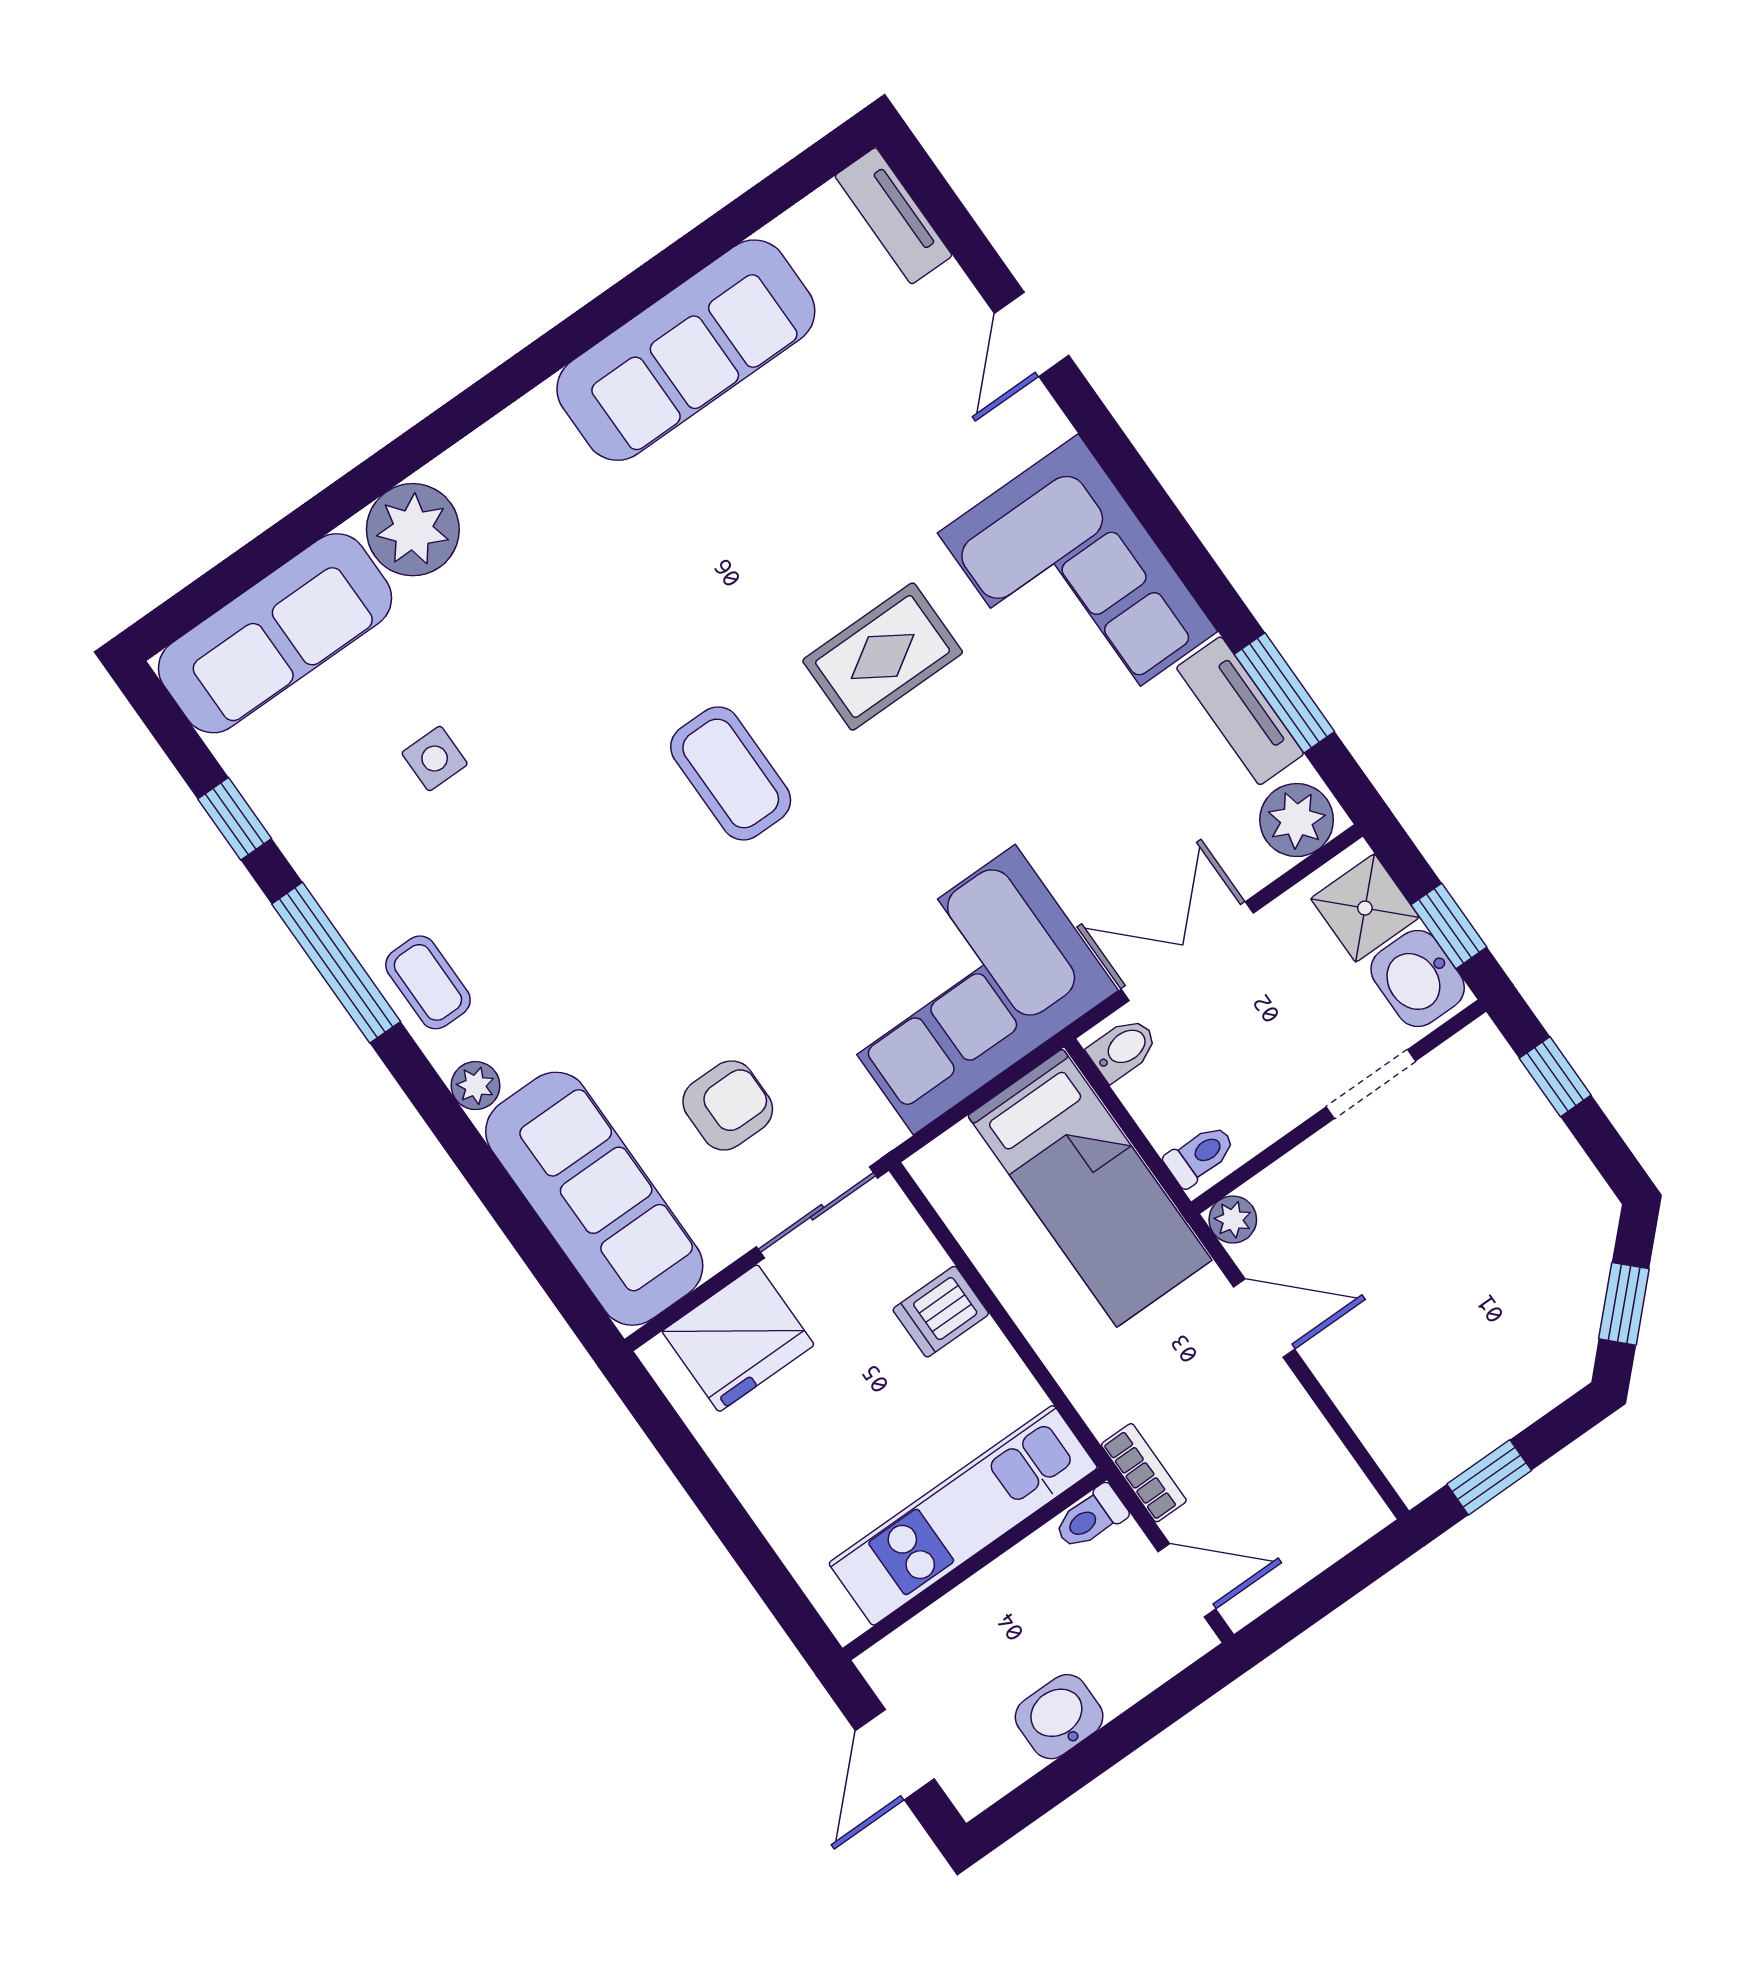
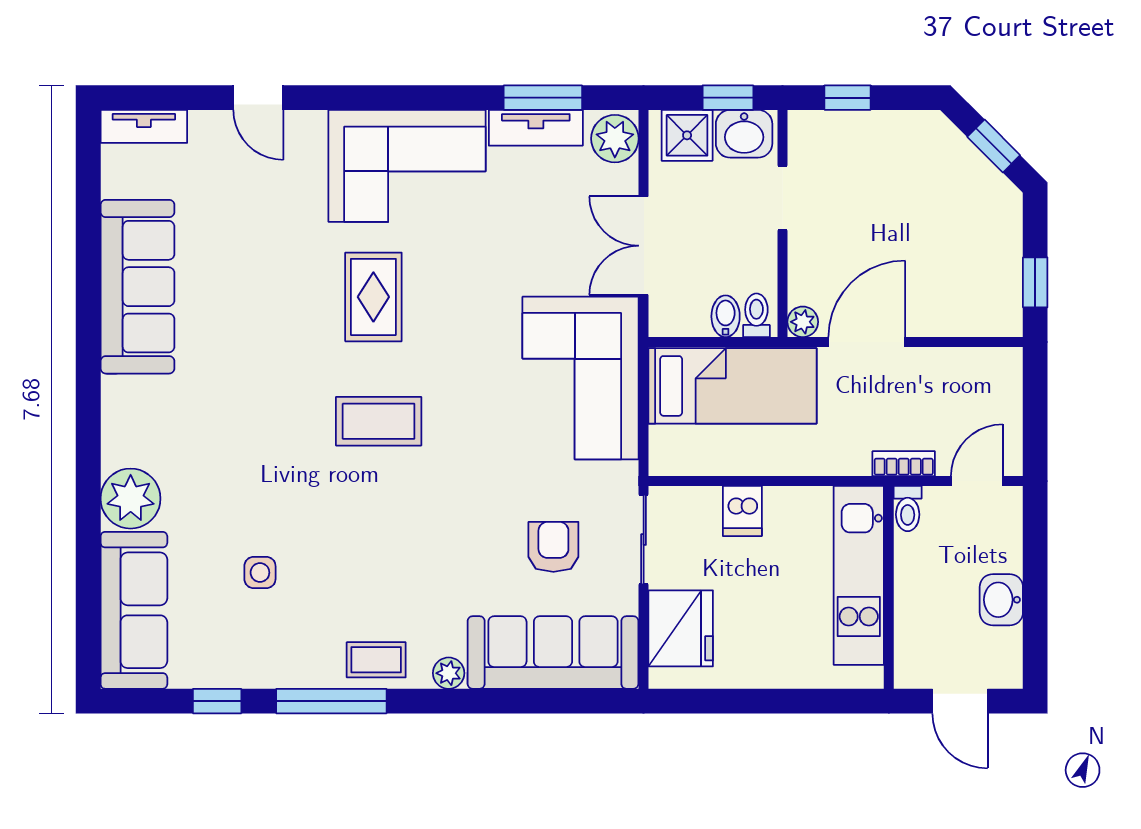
bidet: (1123, 1049) -> (726, 316), moved
door: (1264, 1318) -> (867, 342), width x1.38

